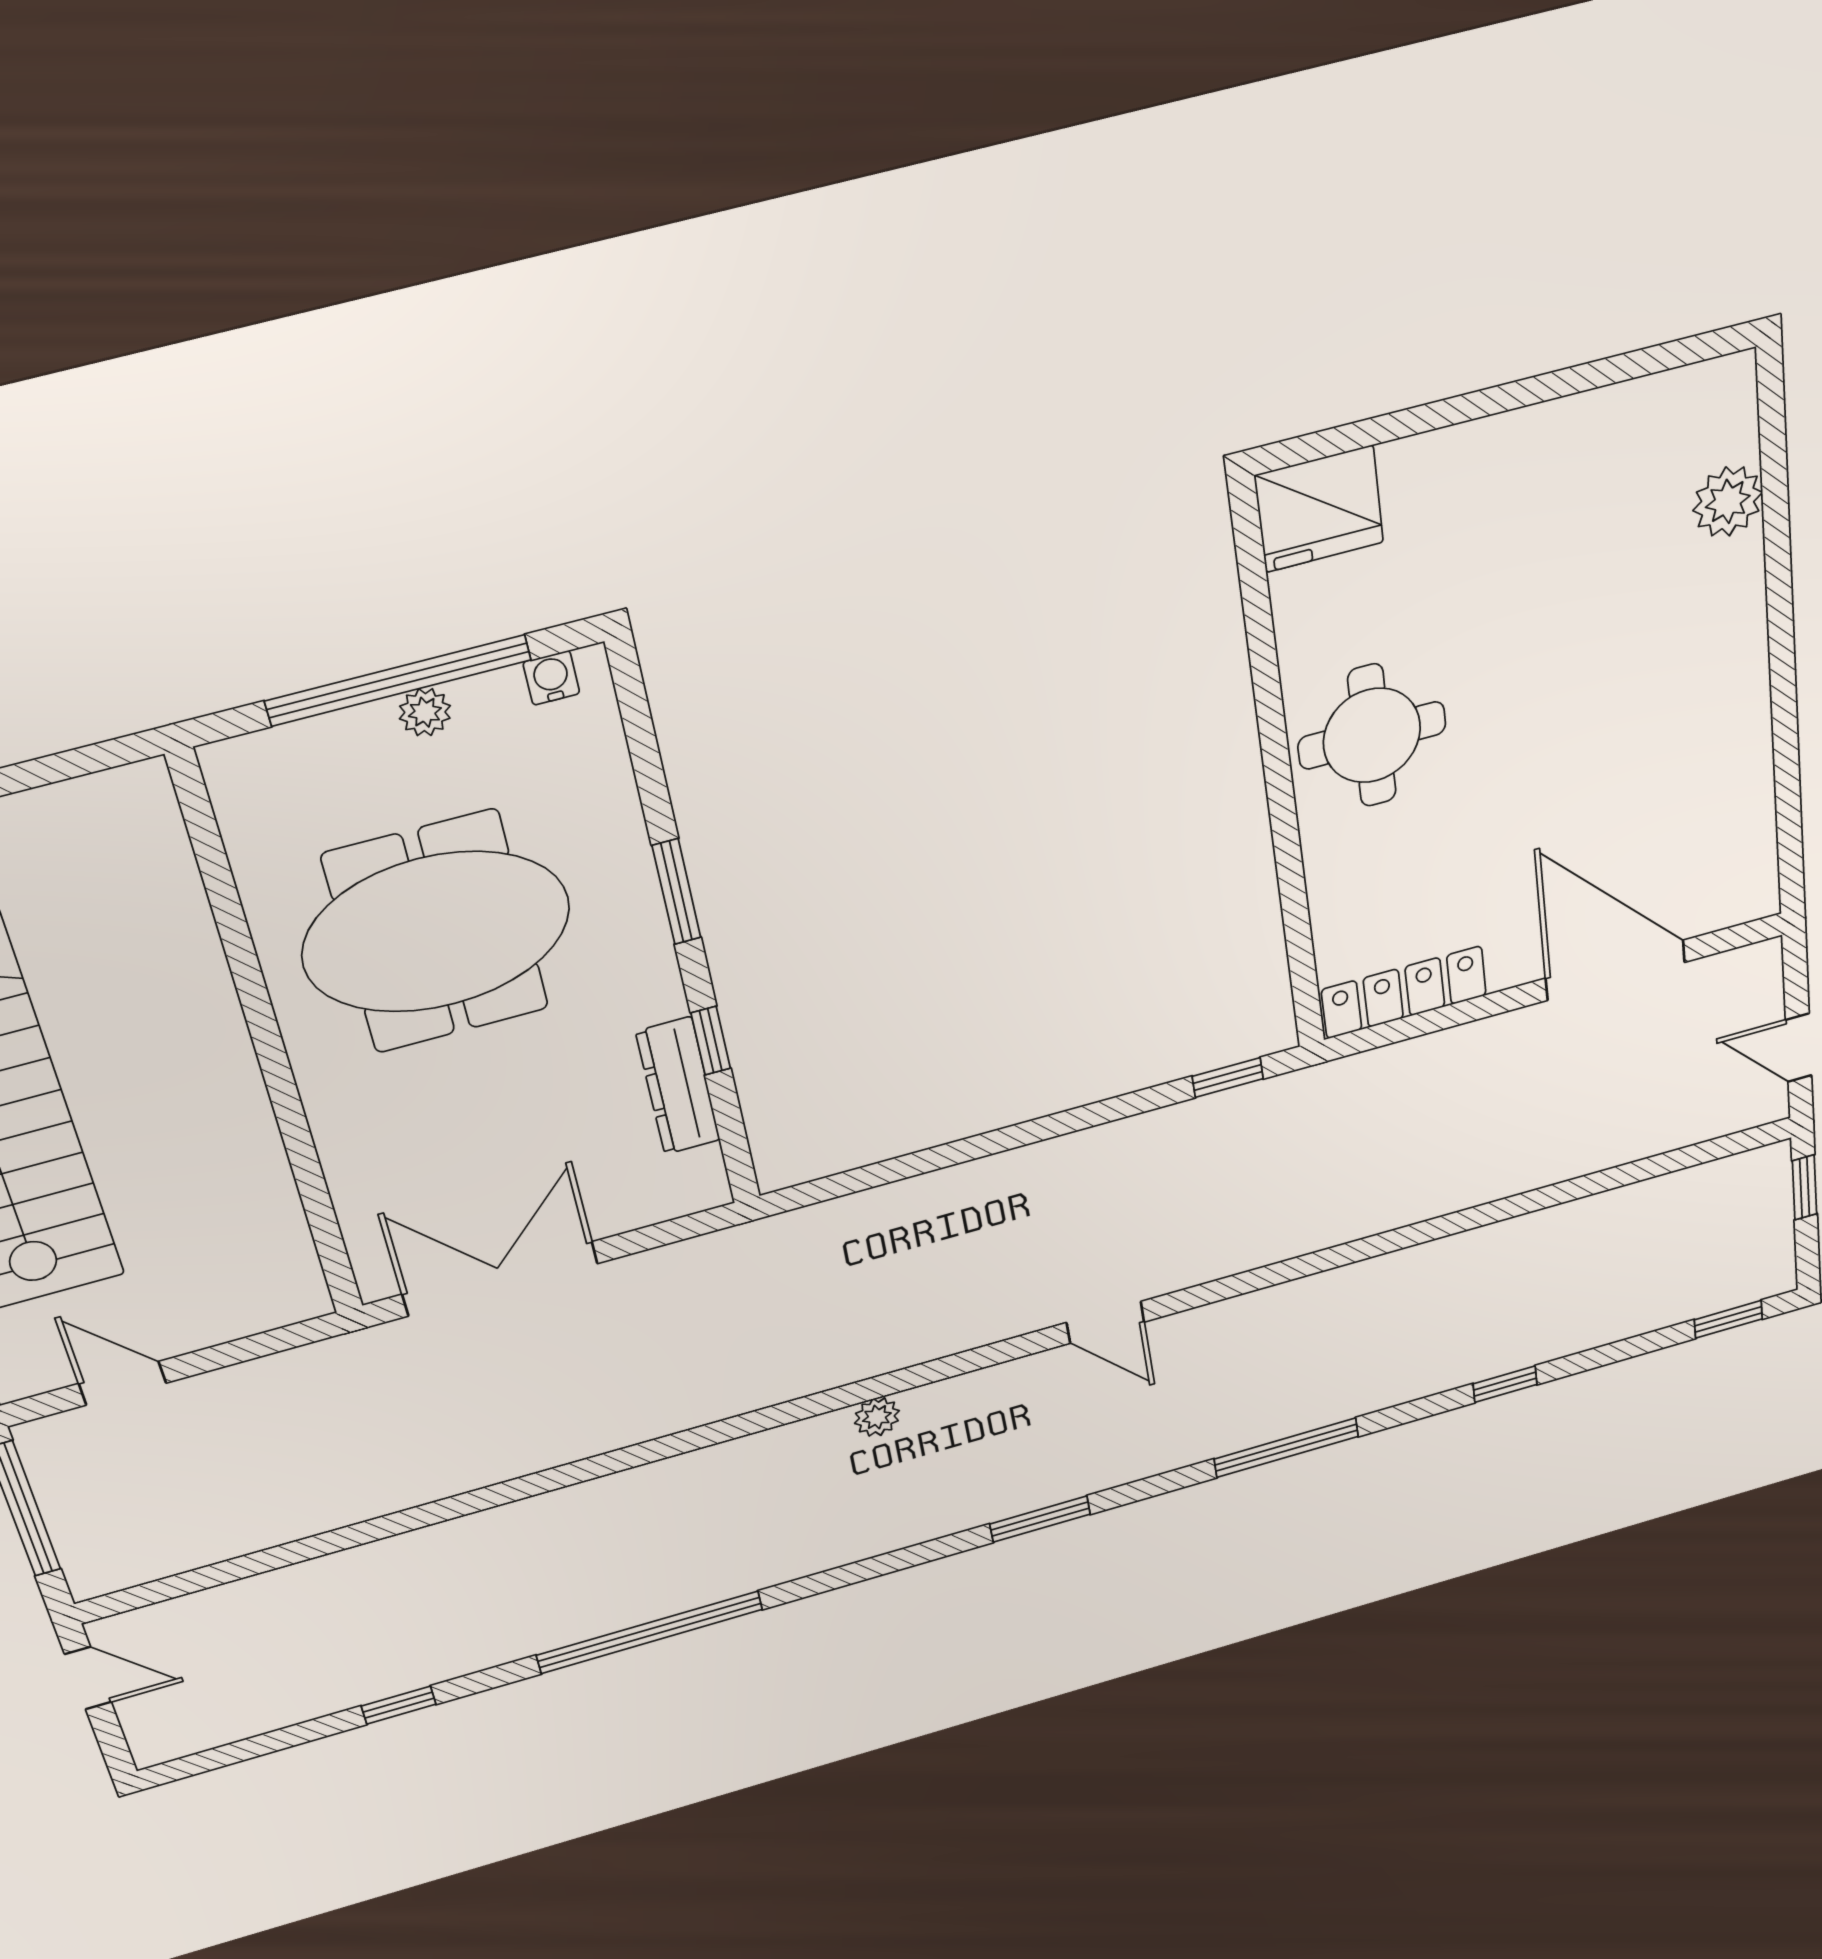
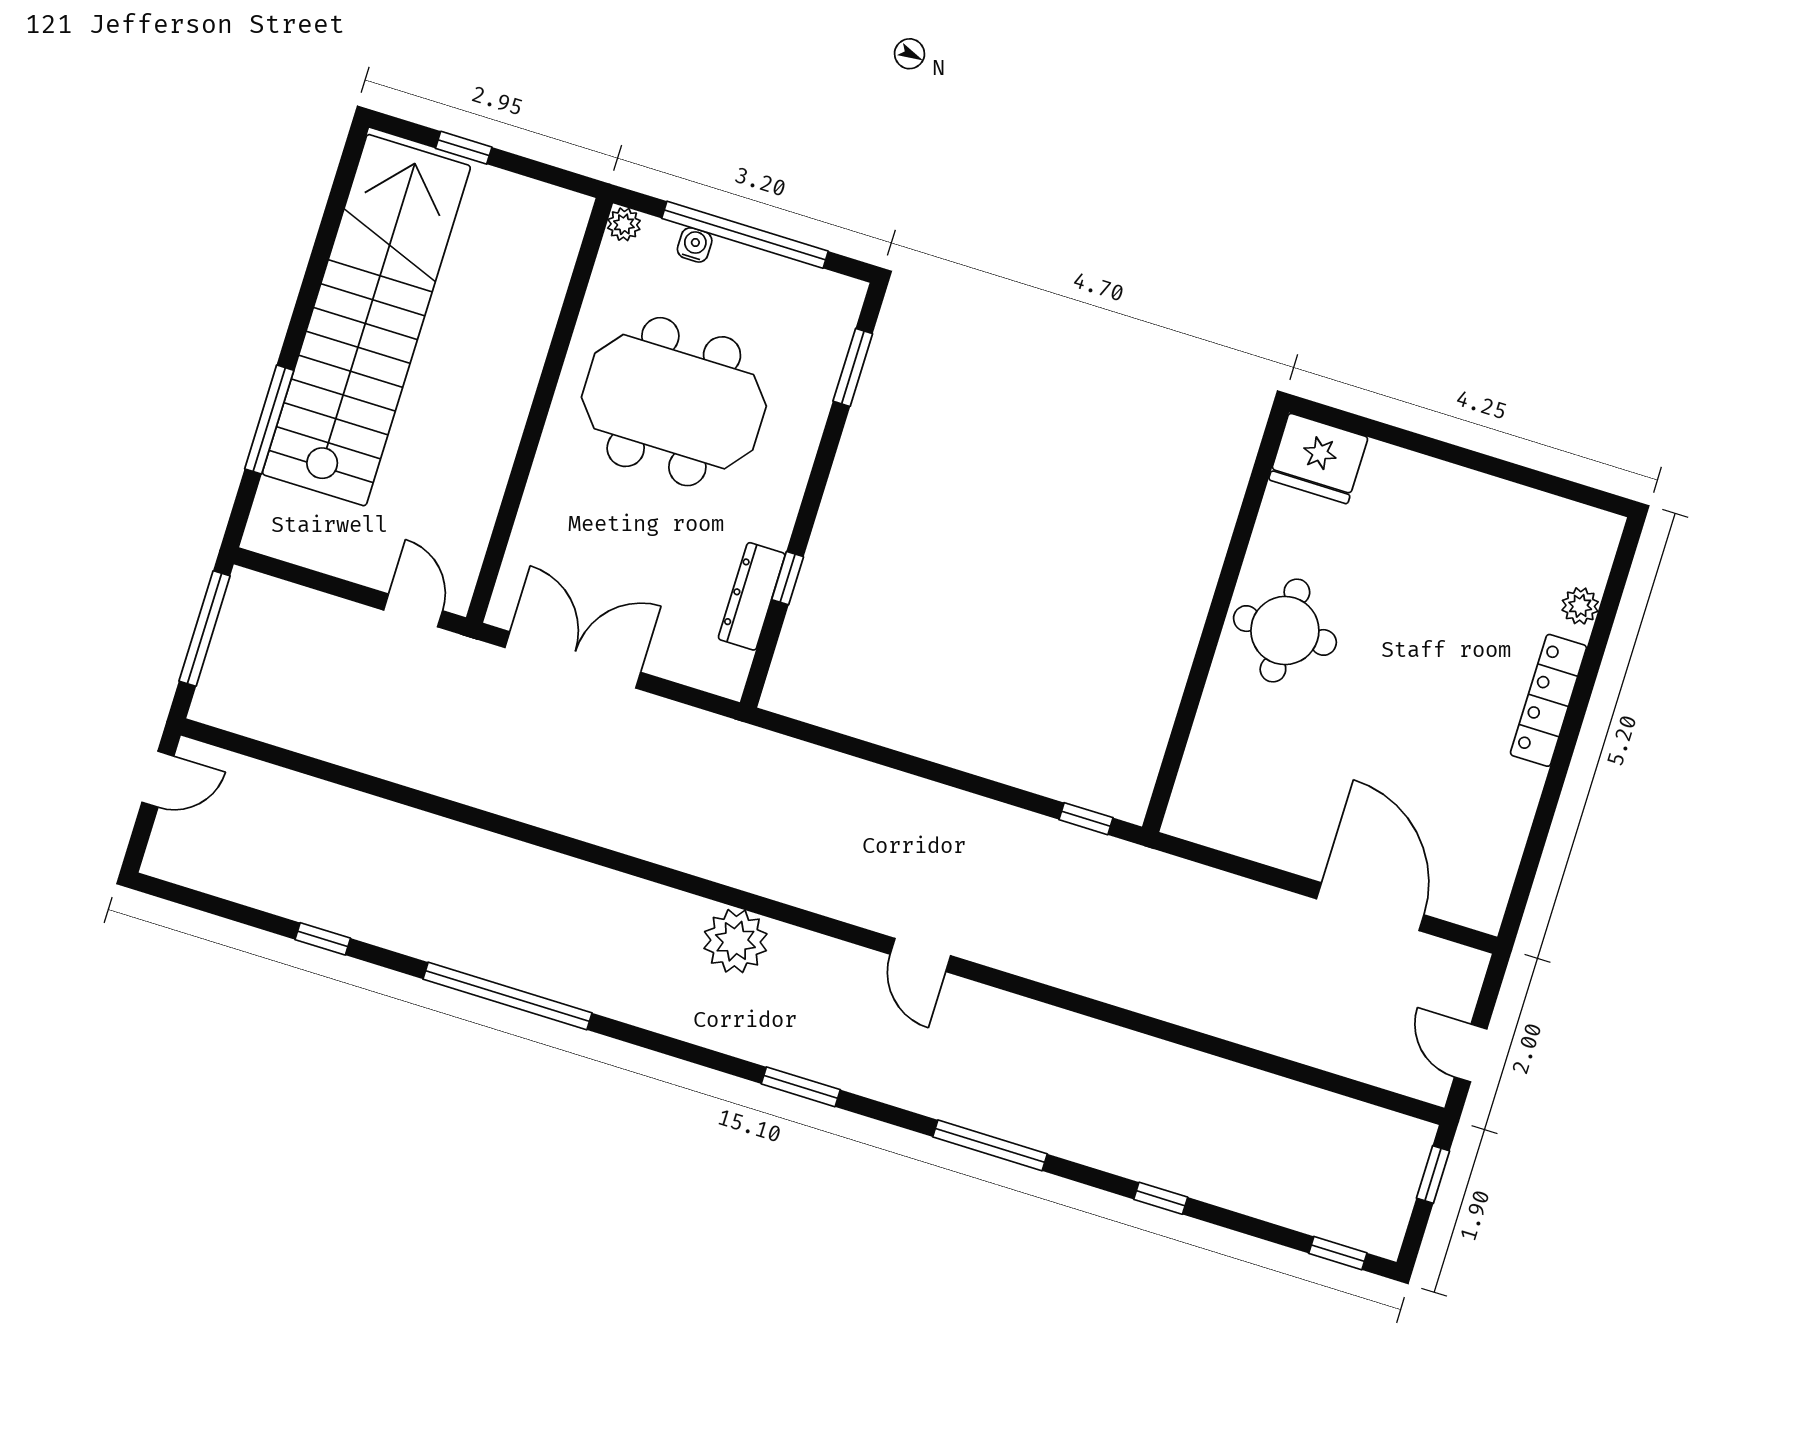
plant: (1728, 502) -> (1580, 606), width x0.73, depth x0.73
water cooler: (551, 678) -> (695, 245), moved
plant: (425, 712) -> (624, 224), moved
window: (676, 892) -> (853, 367), moved
locker: (1404, 992) -> (1548, 700), moved, turned -90
door: (122, 1383) -> (413, 610), moved
plant: (877, 1417) -> (735, 941), width x1.88, depth x1.88
door: (88, 1678) -> (158, 779), hinge flipped

